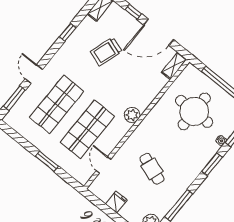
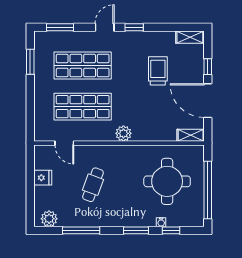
window: (68, 32) -> (134, 27), moved
trolley: (106, 52) -> (158, 71), turned 71
door: (34, 74) -> (105, 27), moved
window: (47, 161) -> (30, 62), moved
door: (103, 165) -> (64, 143), swing flipped

